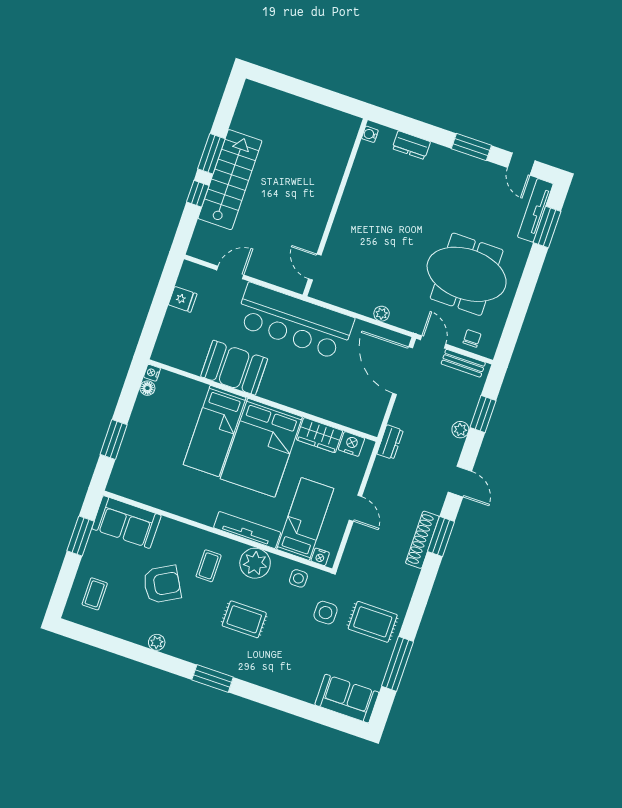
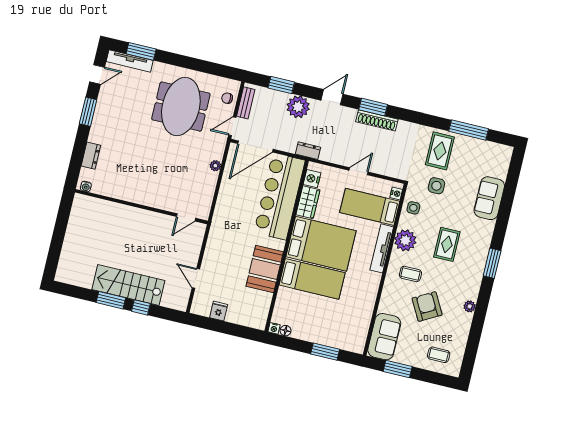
bar counter: (295, 321) -> (279, 196), moved, turned 180
plant: (460, 430) -> (298, 107), width x1.88, depth x1.88
sofa: (347, 699) -> (489, 198), moved

